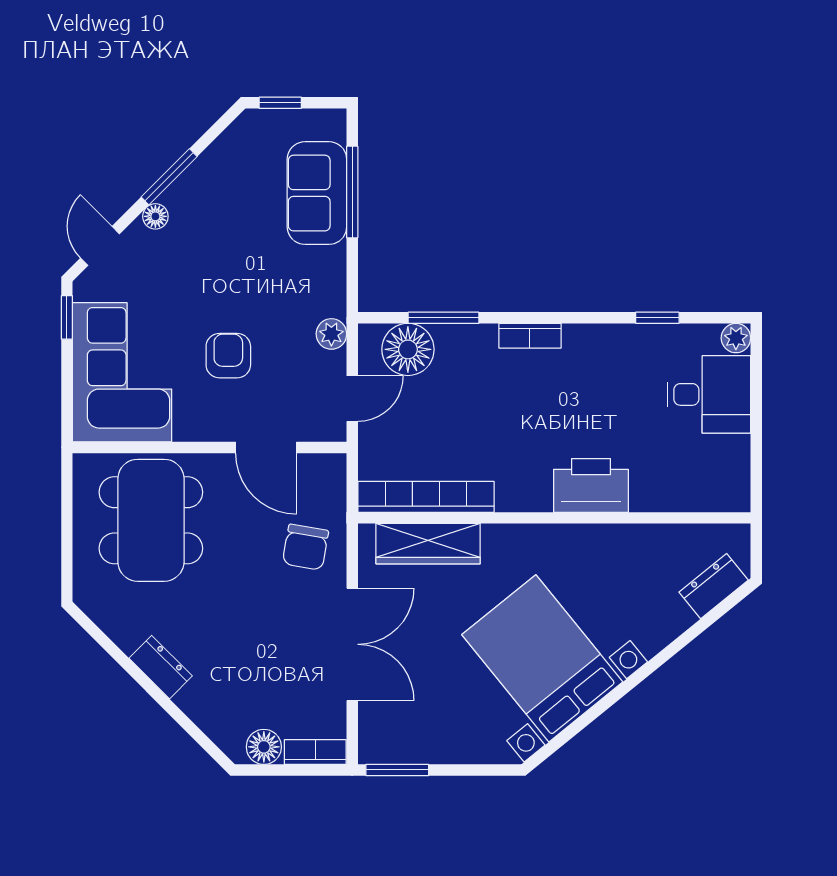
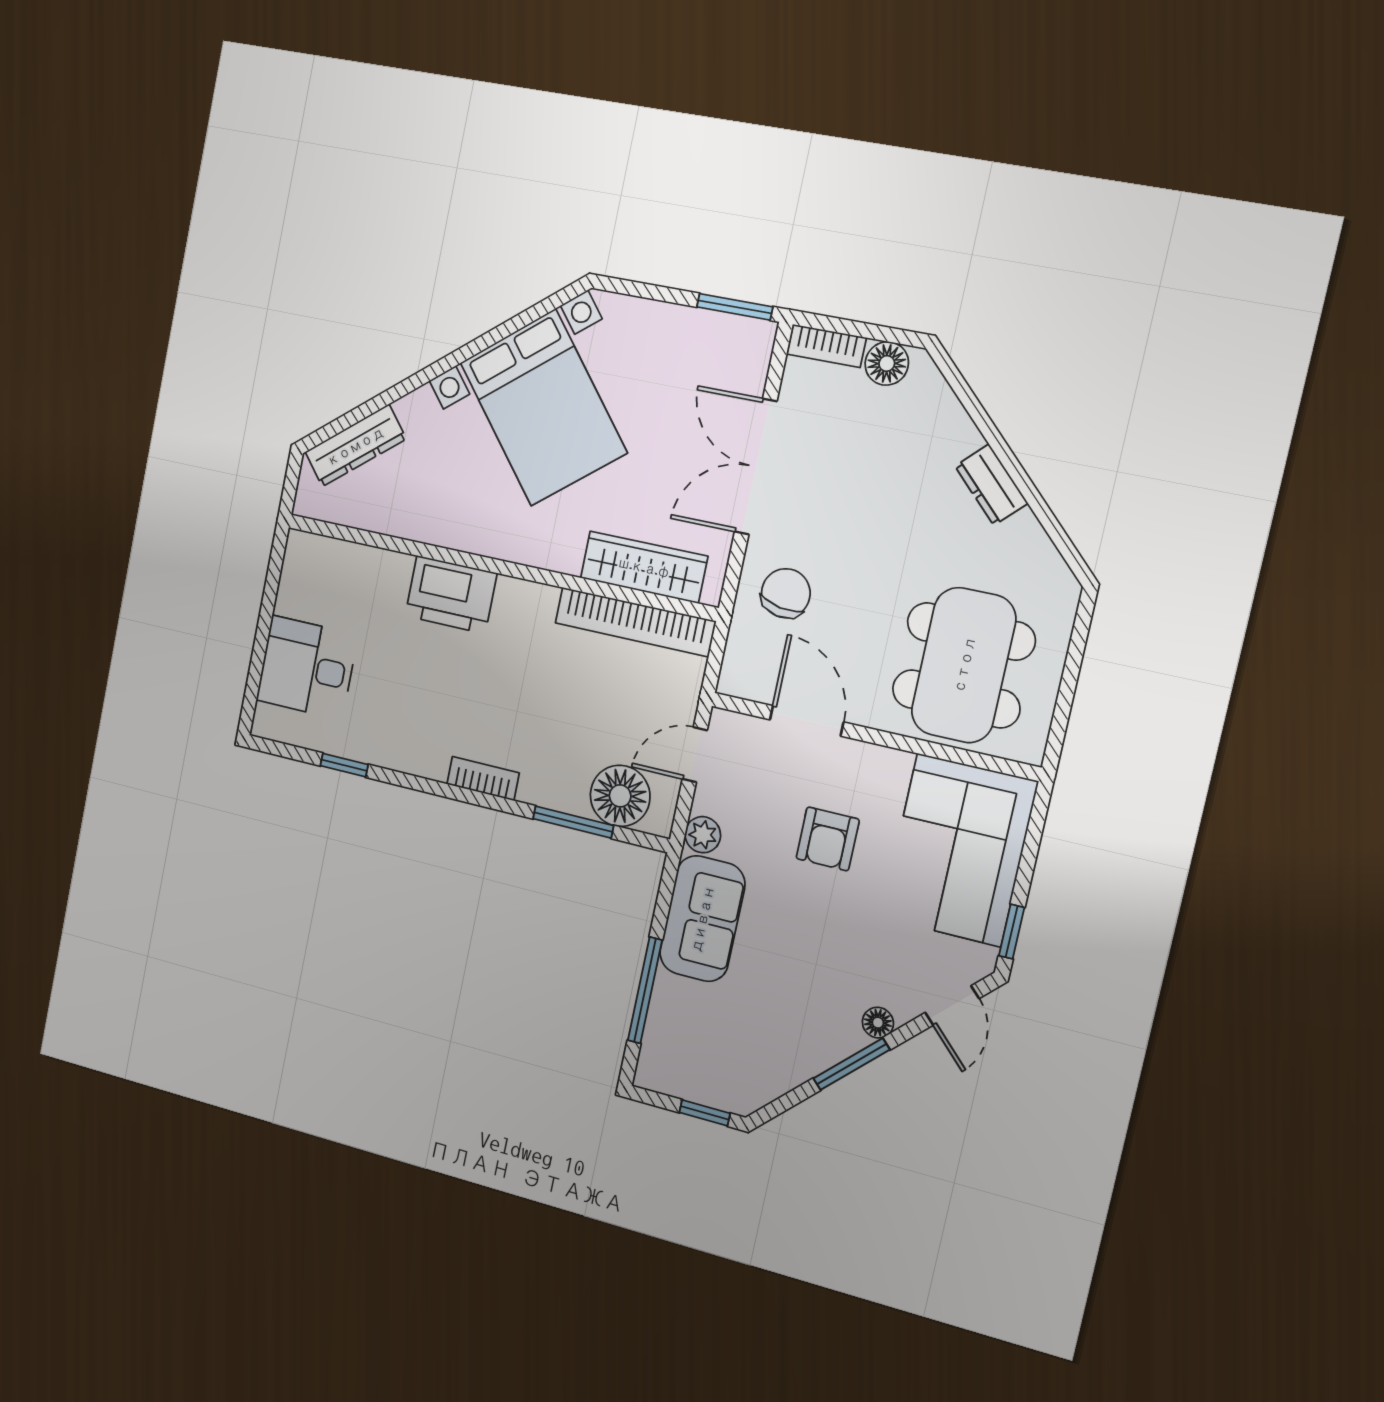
sofa: (317, 193) -> (702, 919), moved
plant: (736, 338) -> (267, 723), removed
dresser: (714, 586) -> (355, 446), width x1.44

